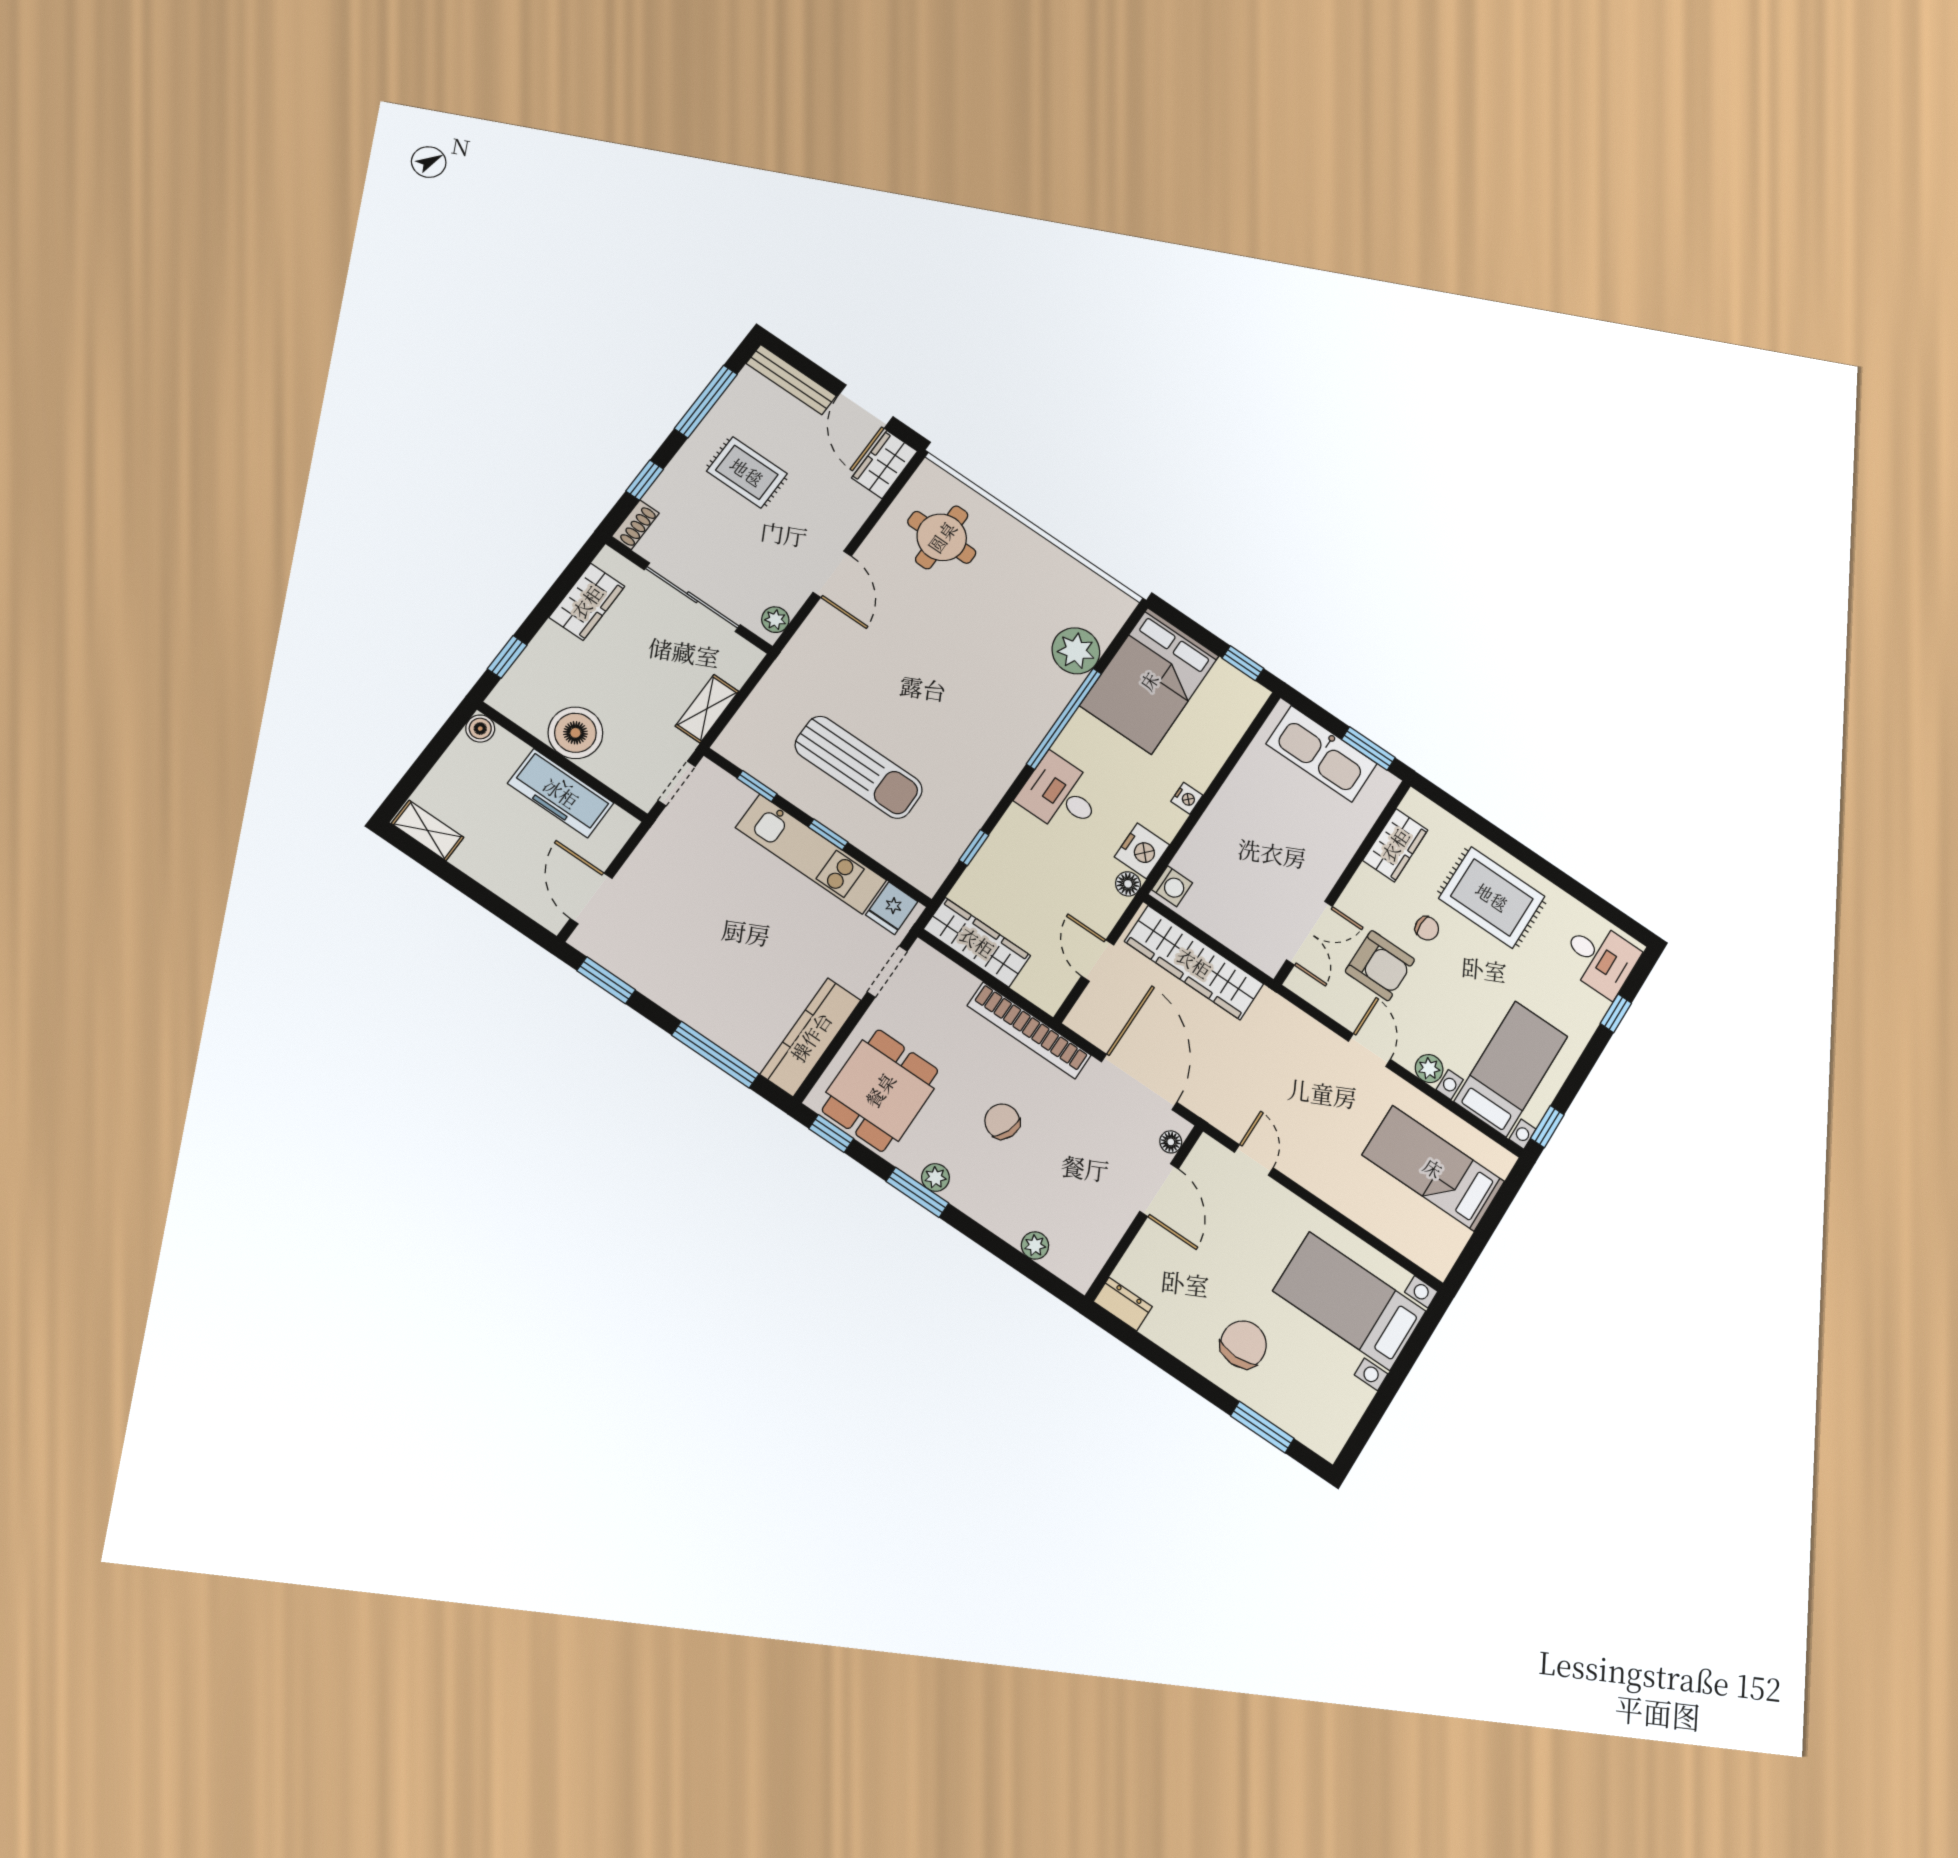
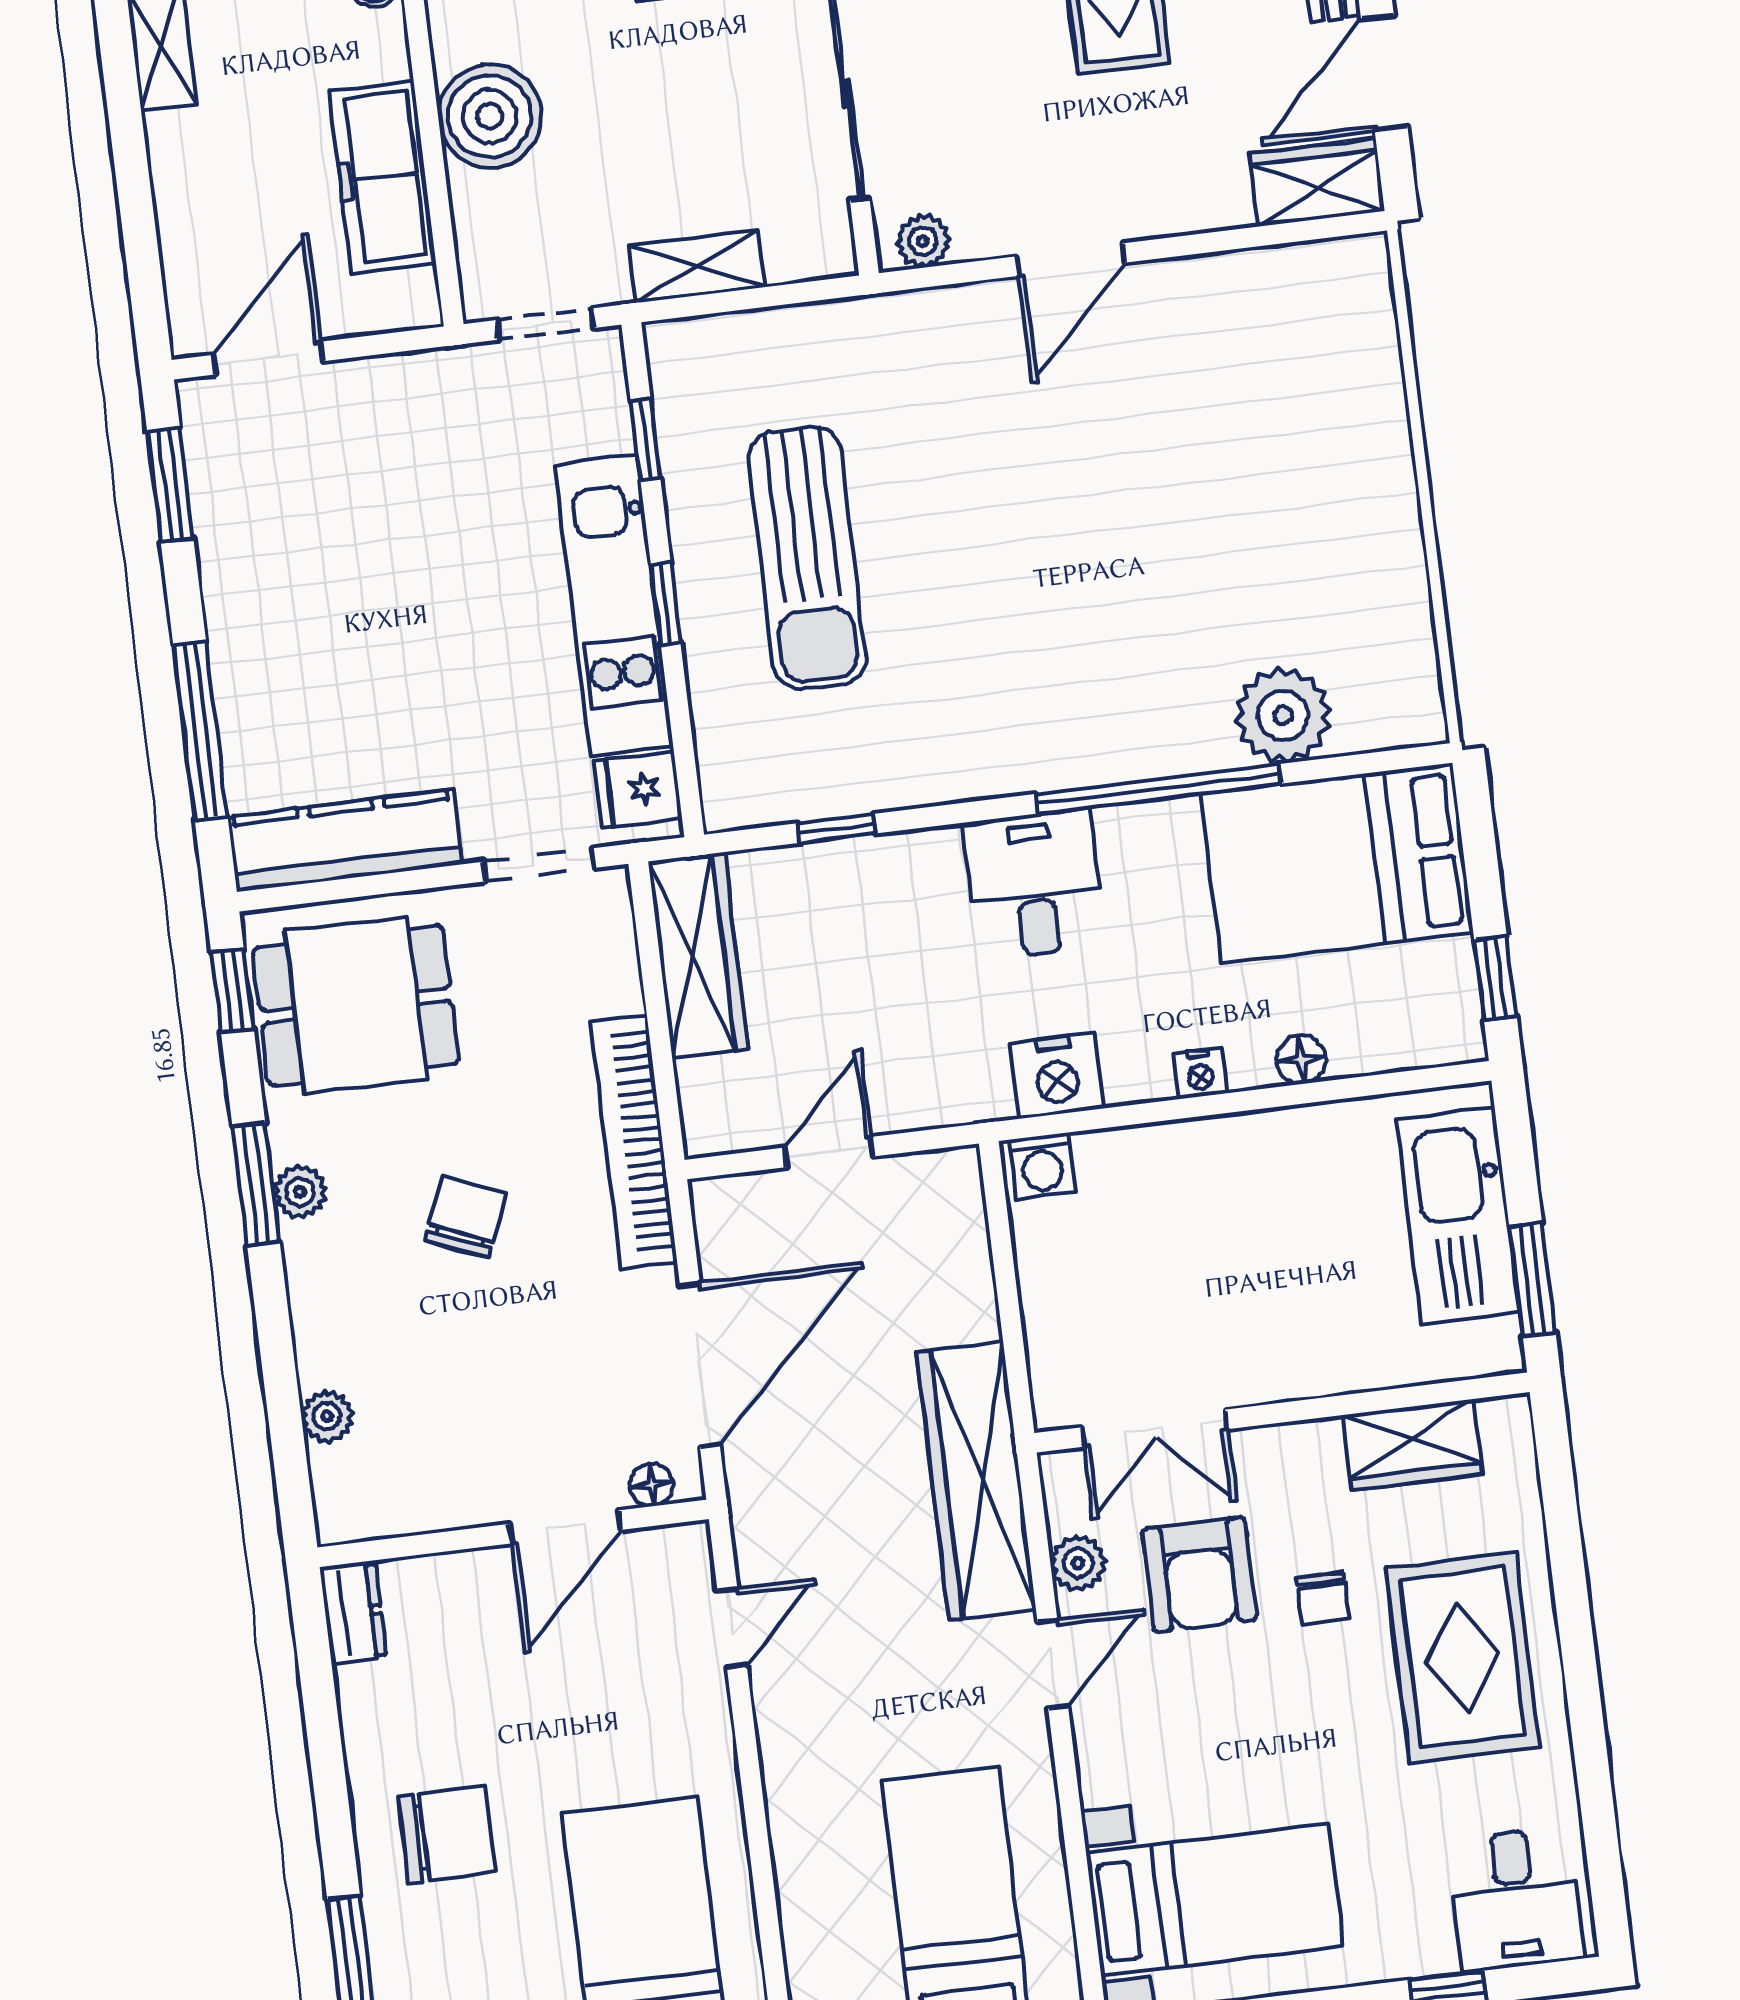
round table: (942, 537) -> (1279, 366), removed
floor lamp: (1128, 884) -> (1301, 1060), moved
wardrobe: (1194, 963) -> (976, 1481), moved
plant: (1429, 1069) -> (1078, 1563), moved

